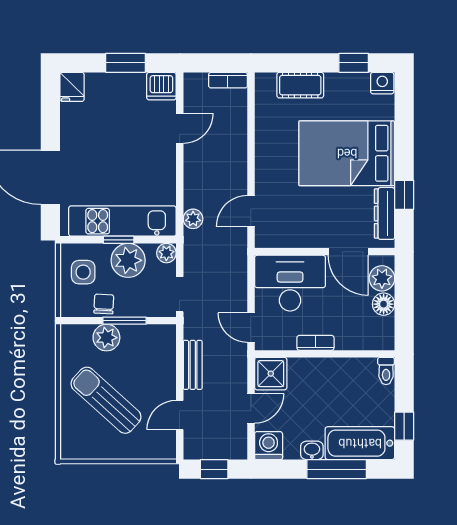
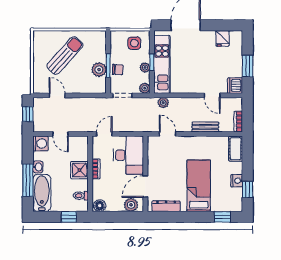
nightstand: (382, 83) -> (237, 181), moved
cot: (300, 85) -> (236, 149), moved
fridge: (72, 87) -> (223, 38), moved, turned -90
bed: (347, 153) -> (199, 186), width x0.67
window: (404, 195) -> (222, 217), moved
plant: (128, 260) -> (145, 67), width x0.53, depth x0.53
chair: (104, 304) -> (118, 70), moved
floor lamp: (384, 304) -> (100, 206), moved
plant: (106, 338) -> (99, 70), moved
bench: (193, 365) -> (205, 127), moved
toilet: (386, 371) -> (81, 196), moved
shower: (271, 374) -> (79, 170), moved
window: (404, 426) -> (69, 217), moved

